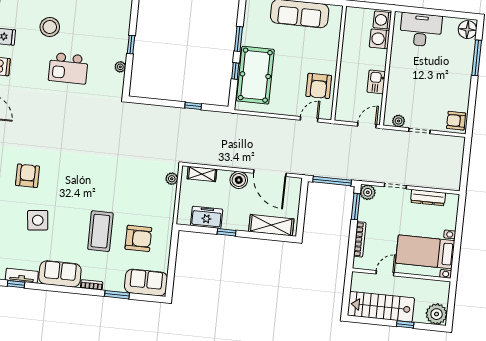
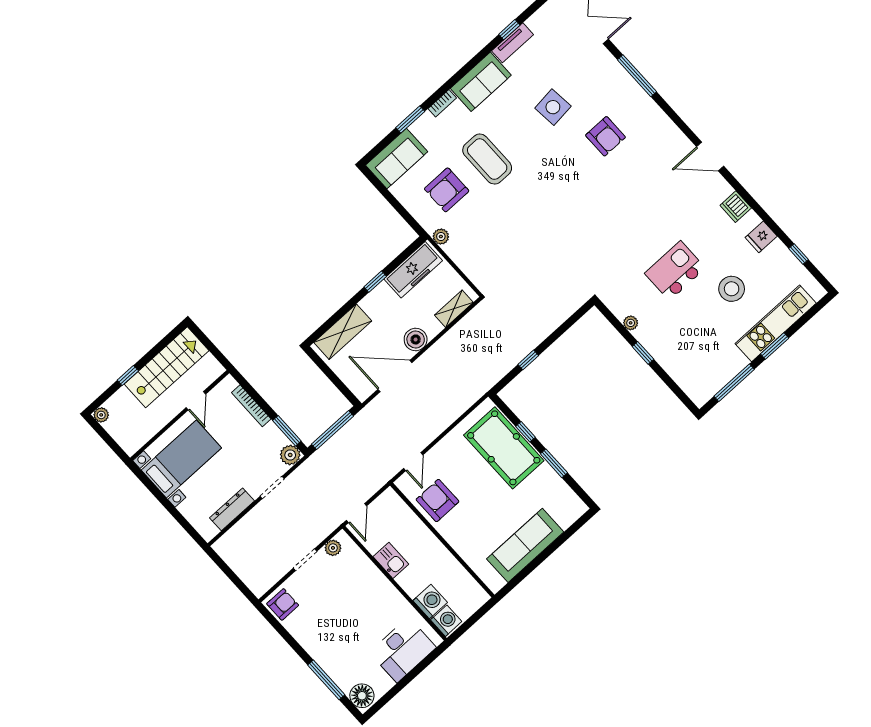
plant: (172, 179) -> (441, 237), moved
freezer: (207, 217) -> (413, 270), width x1.40
plant: (437, 314) -> (101, 415), width x0.53, depth x0.53

